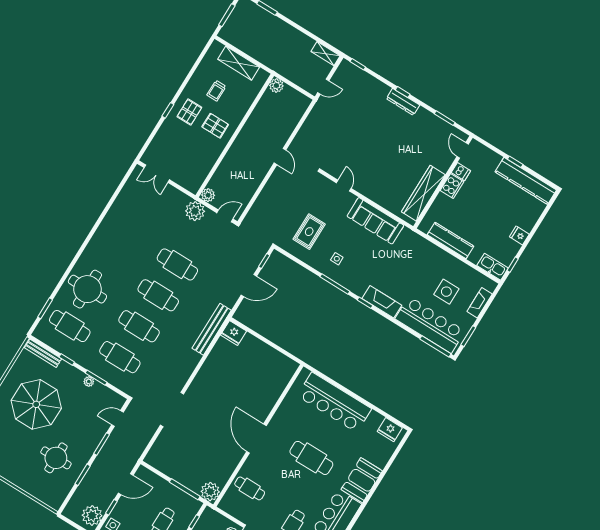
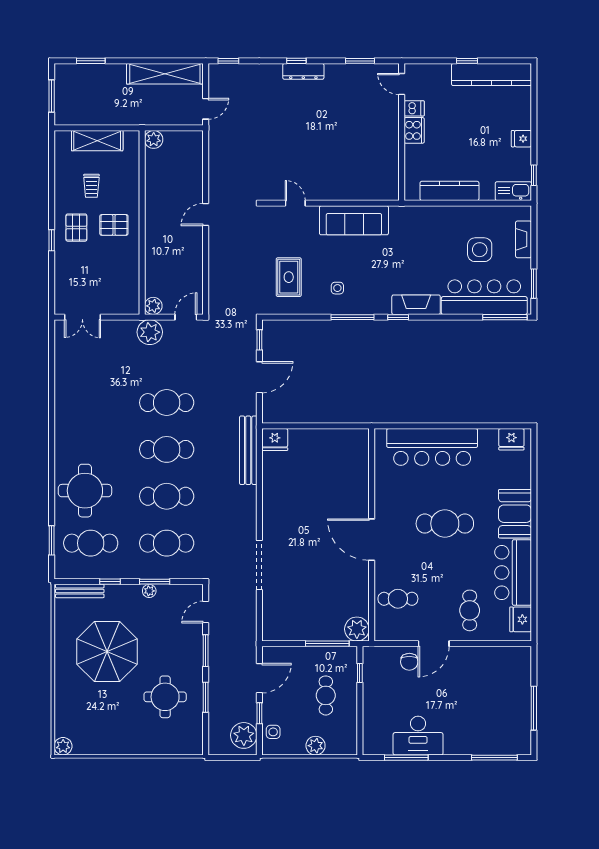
shelving: (326, 54) -> (165, 74), width x2.20, depth x1.33
door: (280, 156) -> (206, 215), swing flipped
wardrobe: (423, 193) -> (388, 158), removed

